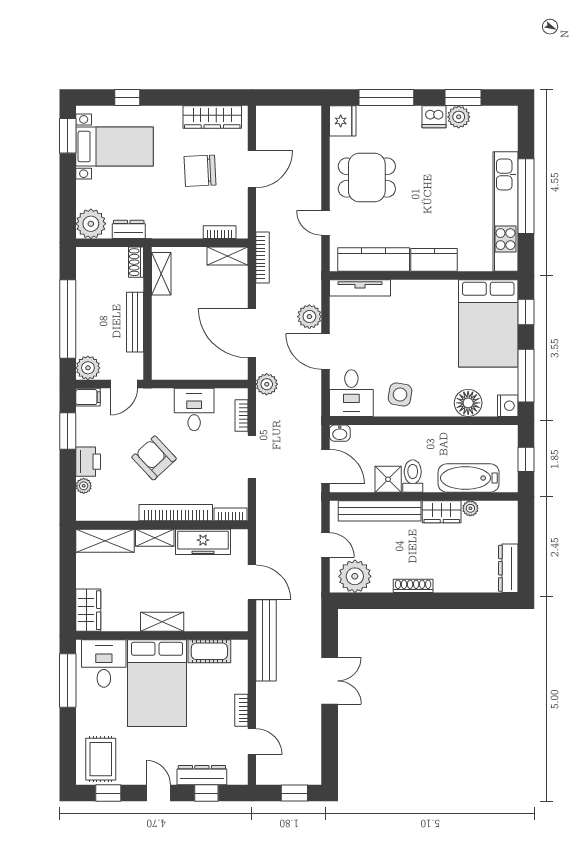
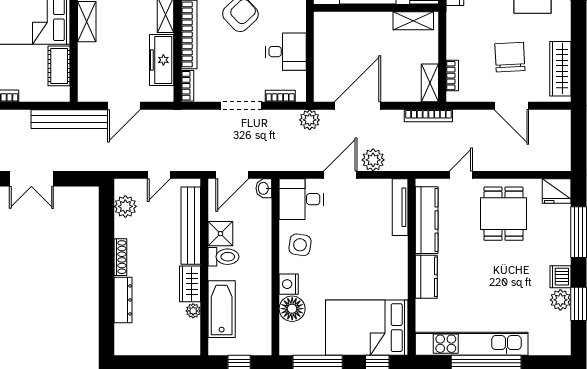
nightstand: (508, 406) -> (289, 284), moved, turned 90
dresser: (508, 568) -> (123, 300), moved, turned 90
plant: (355, 576) -> (125, 206), width x0.73, depth x0.73

